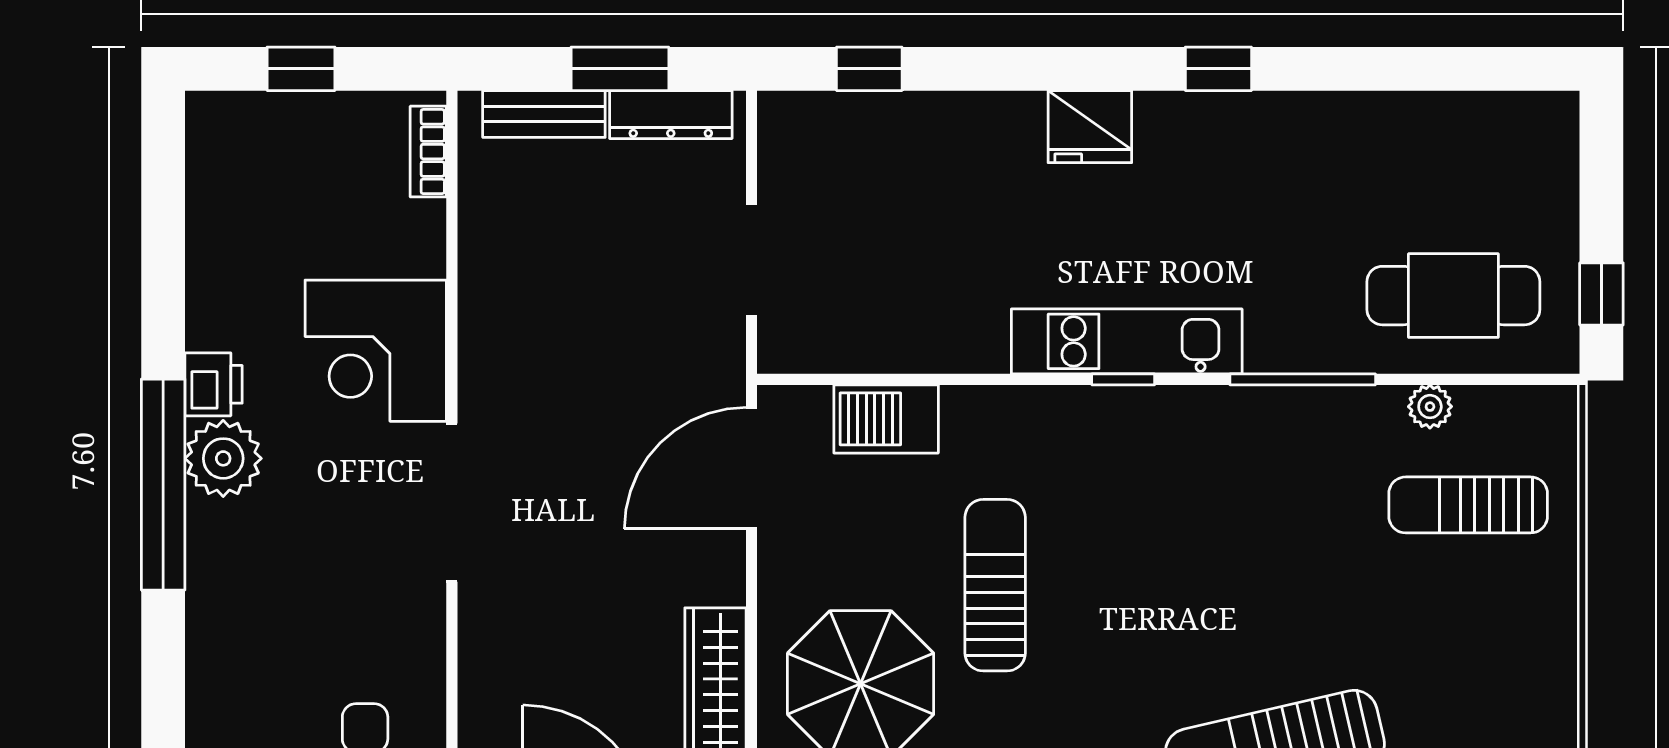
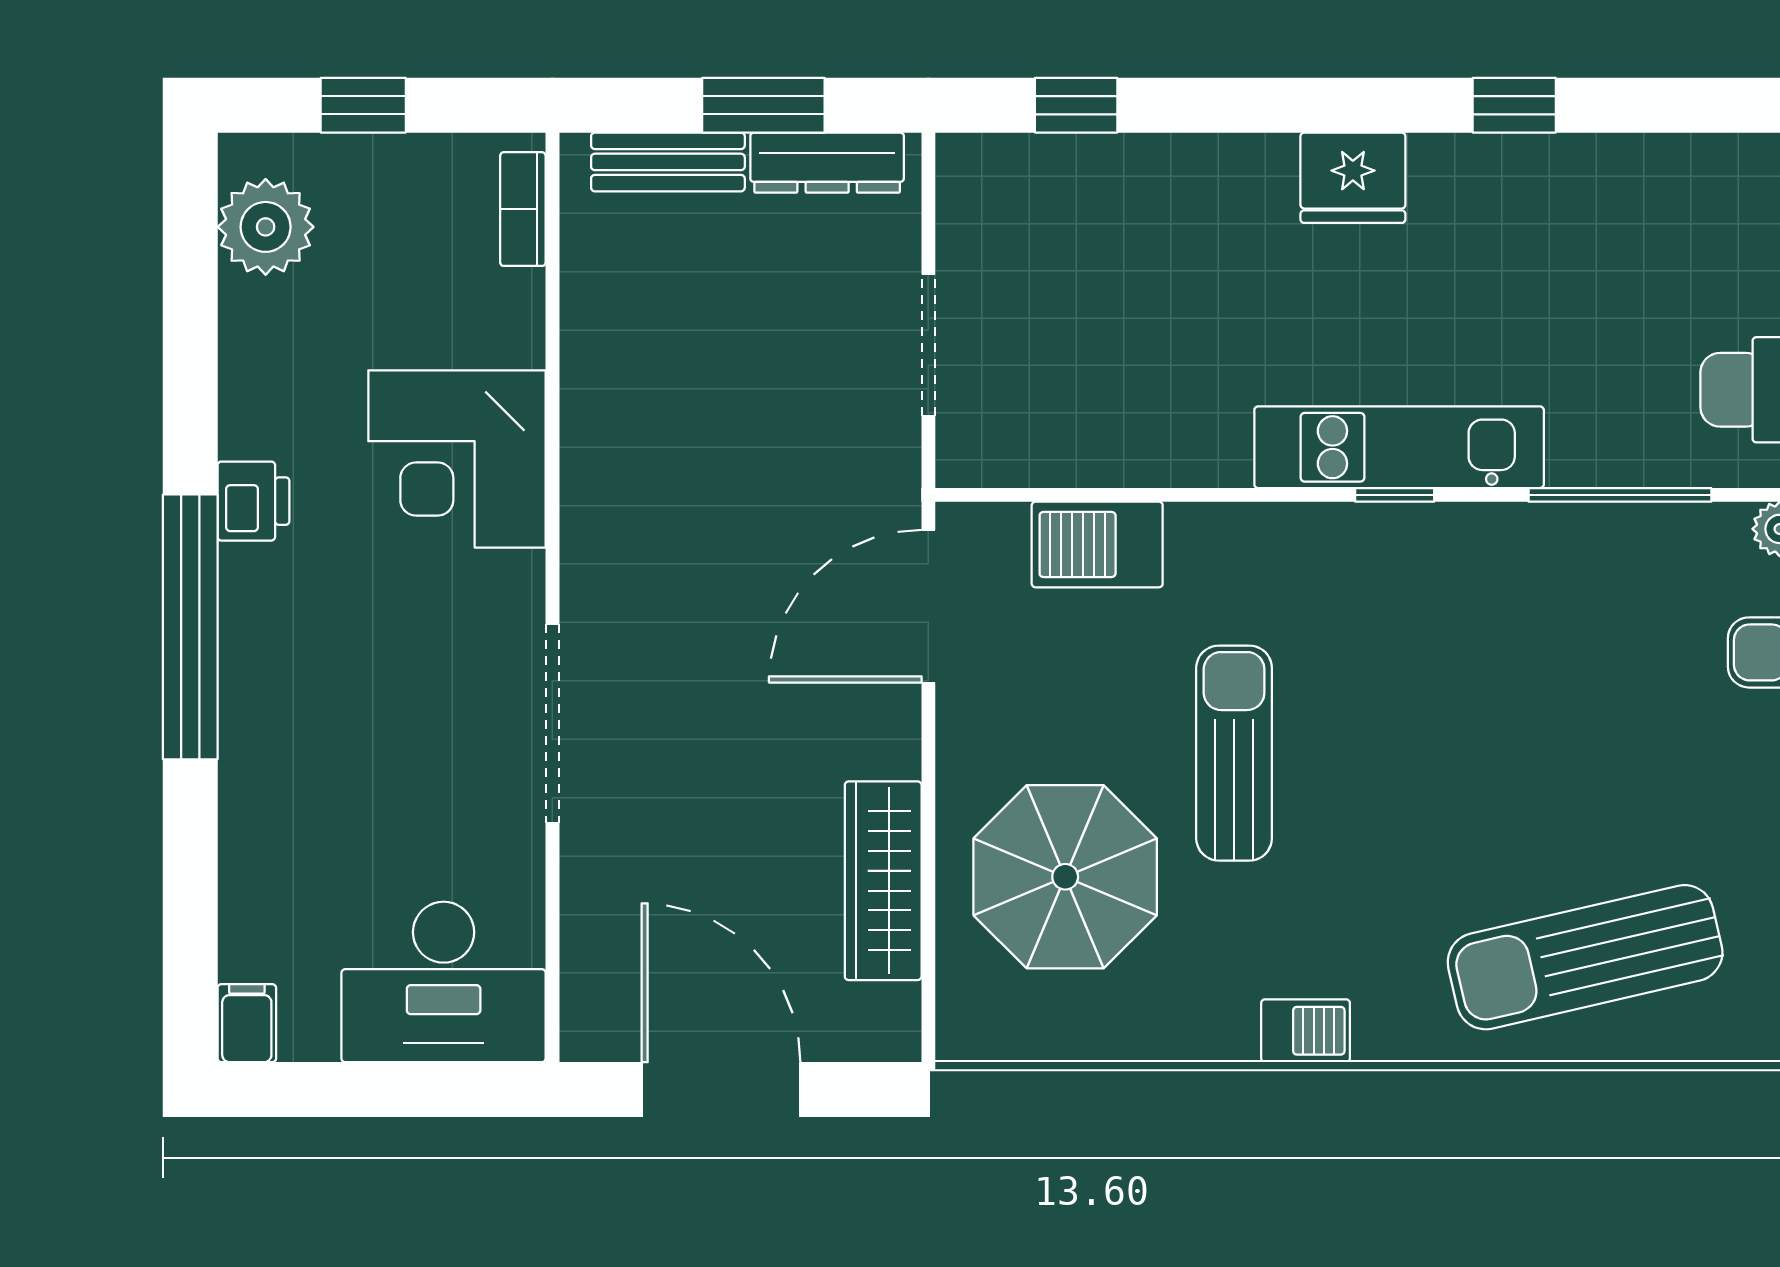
plant: (223, 458) -> (266, 227), moved
doorway: (452, 503) -> (552, 723), moved

